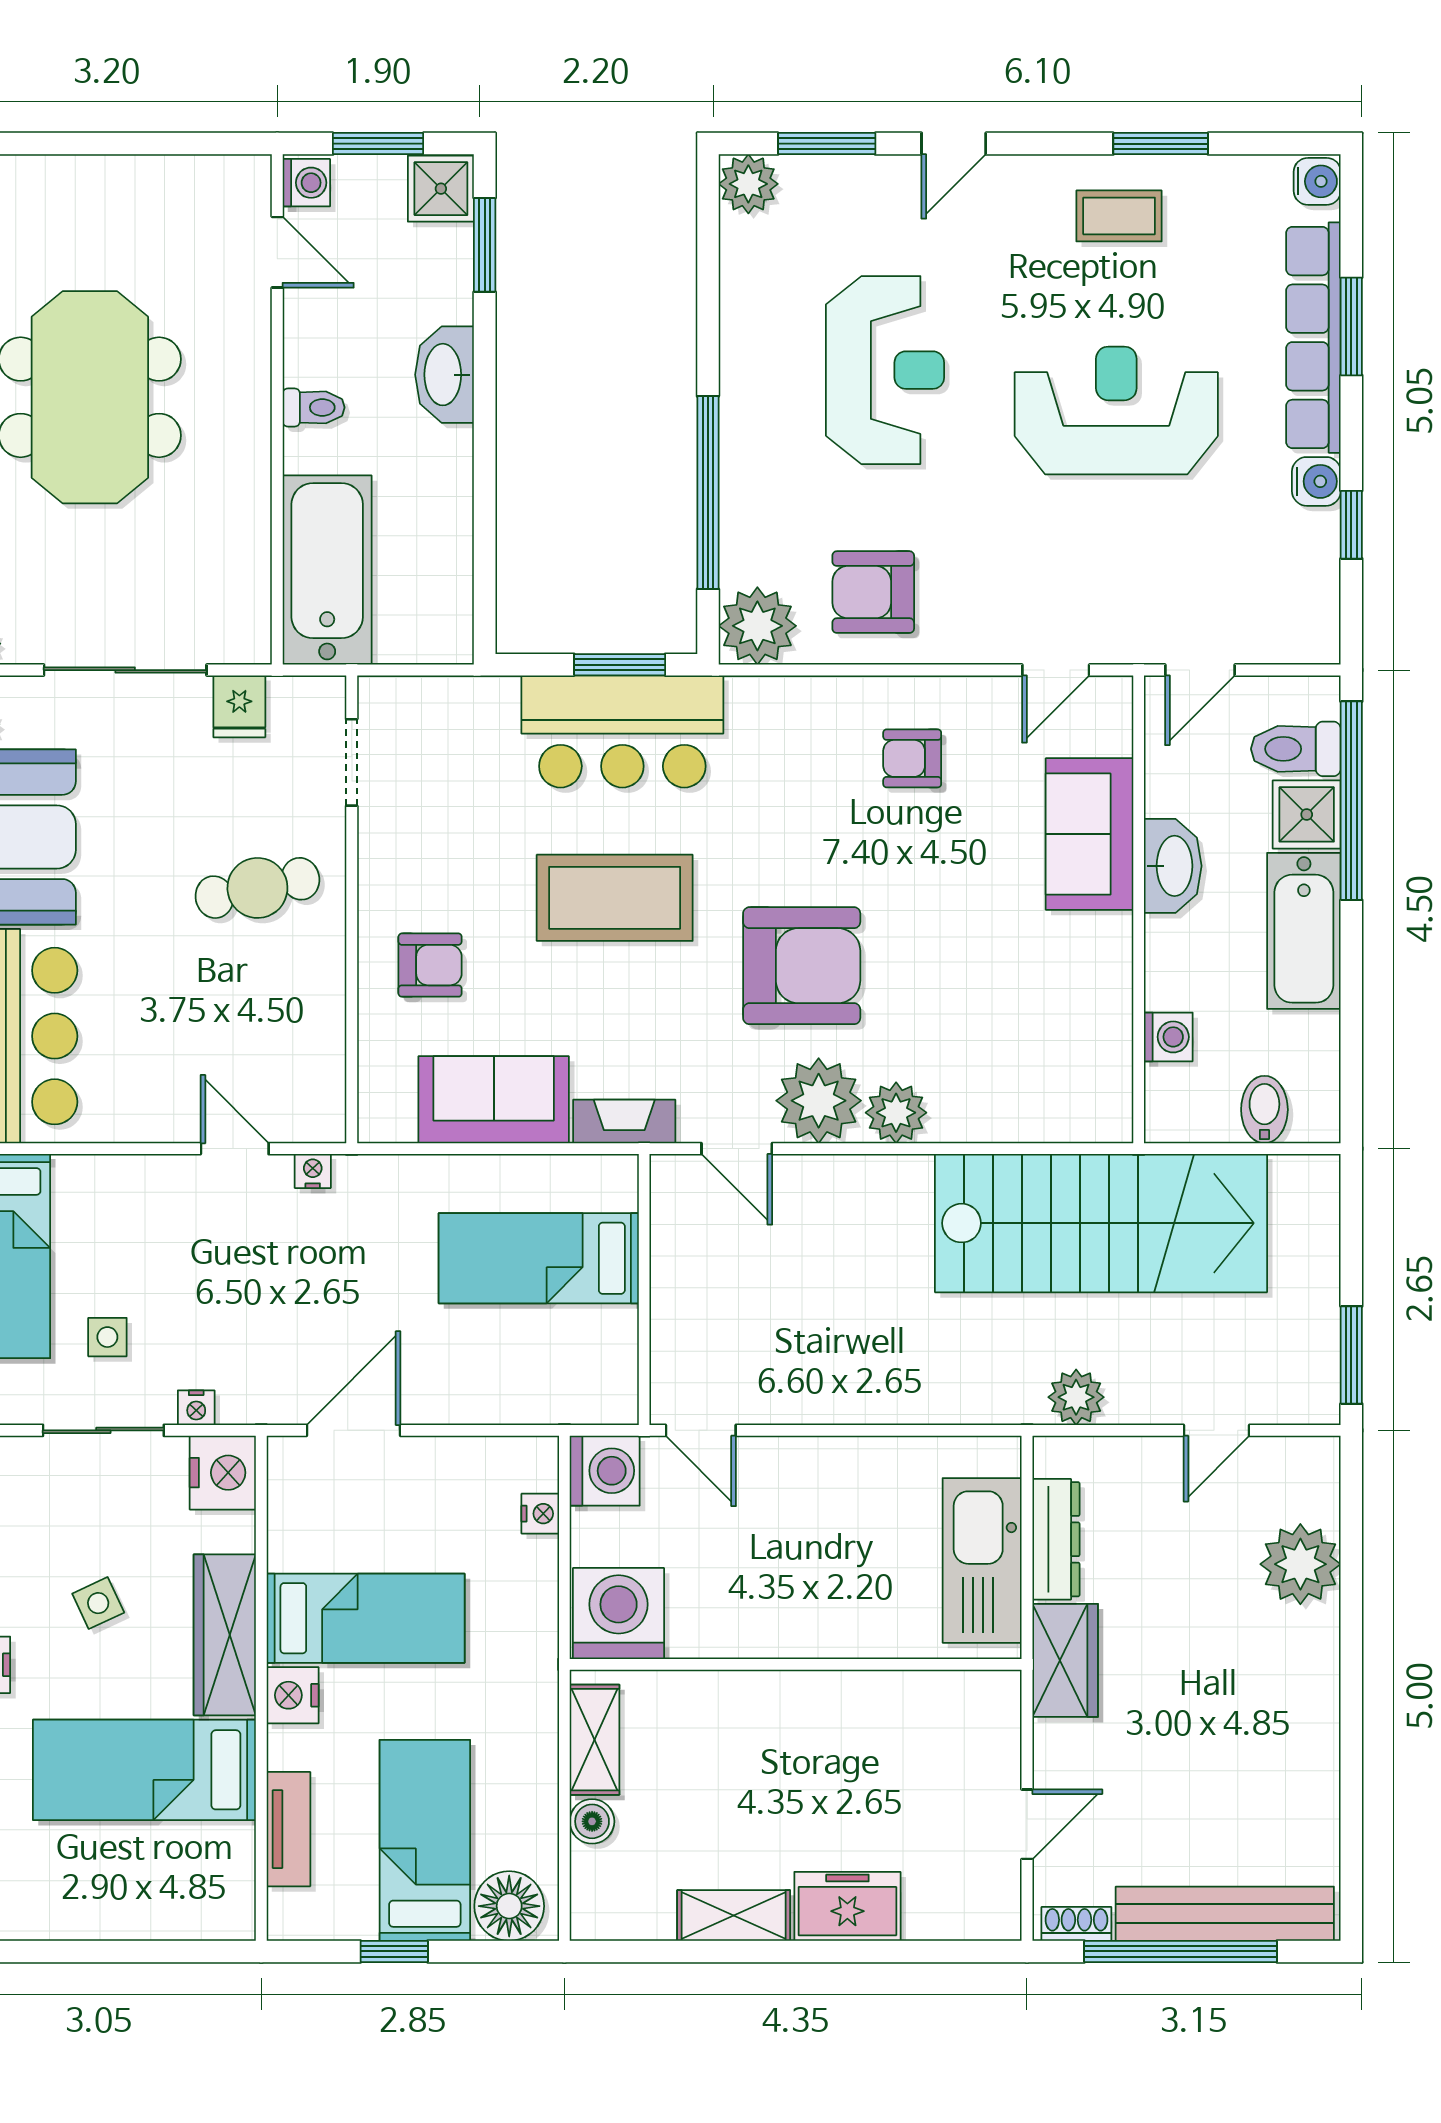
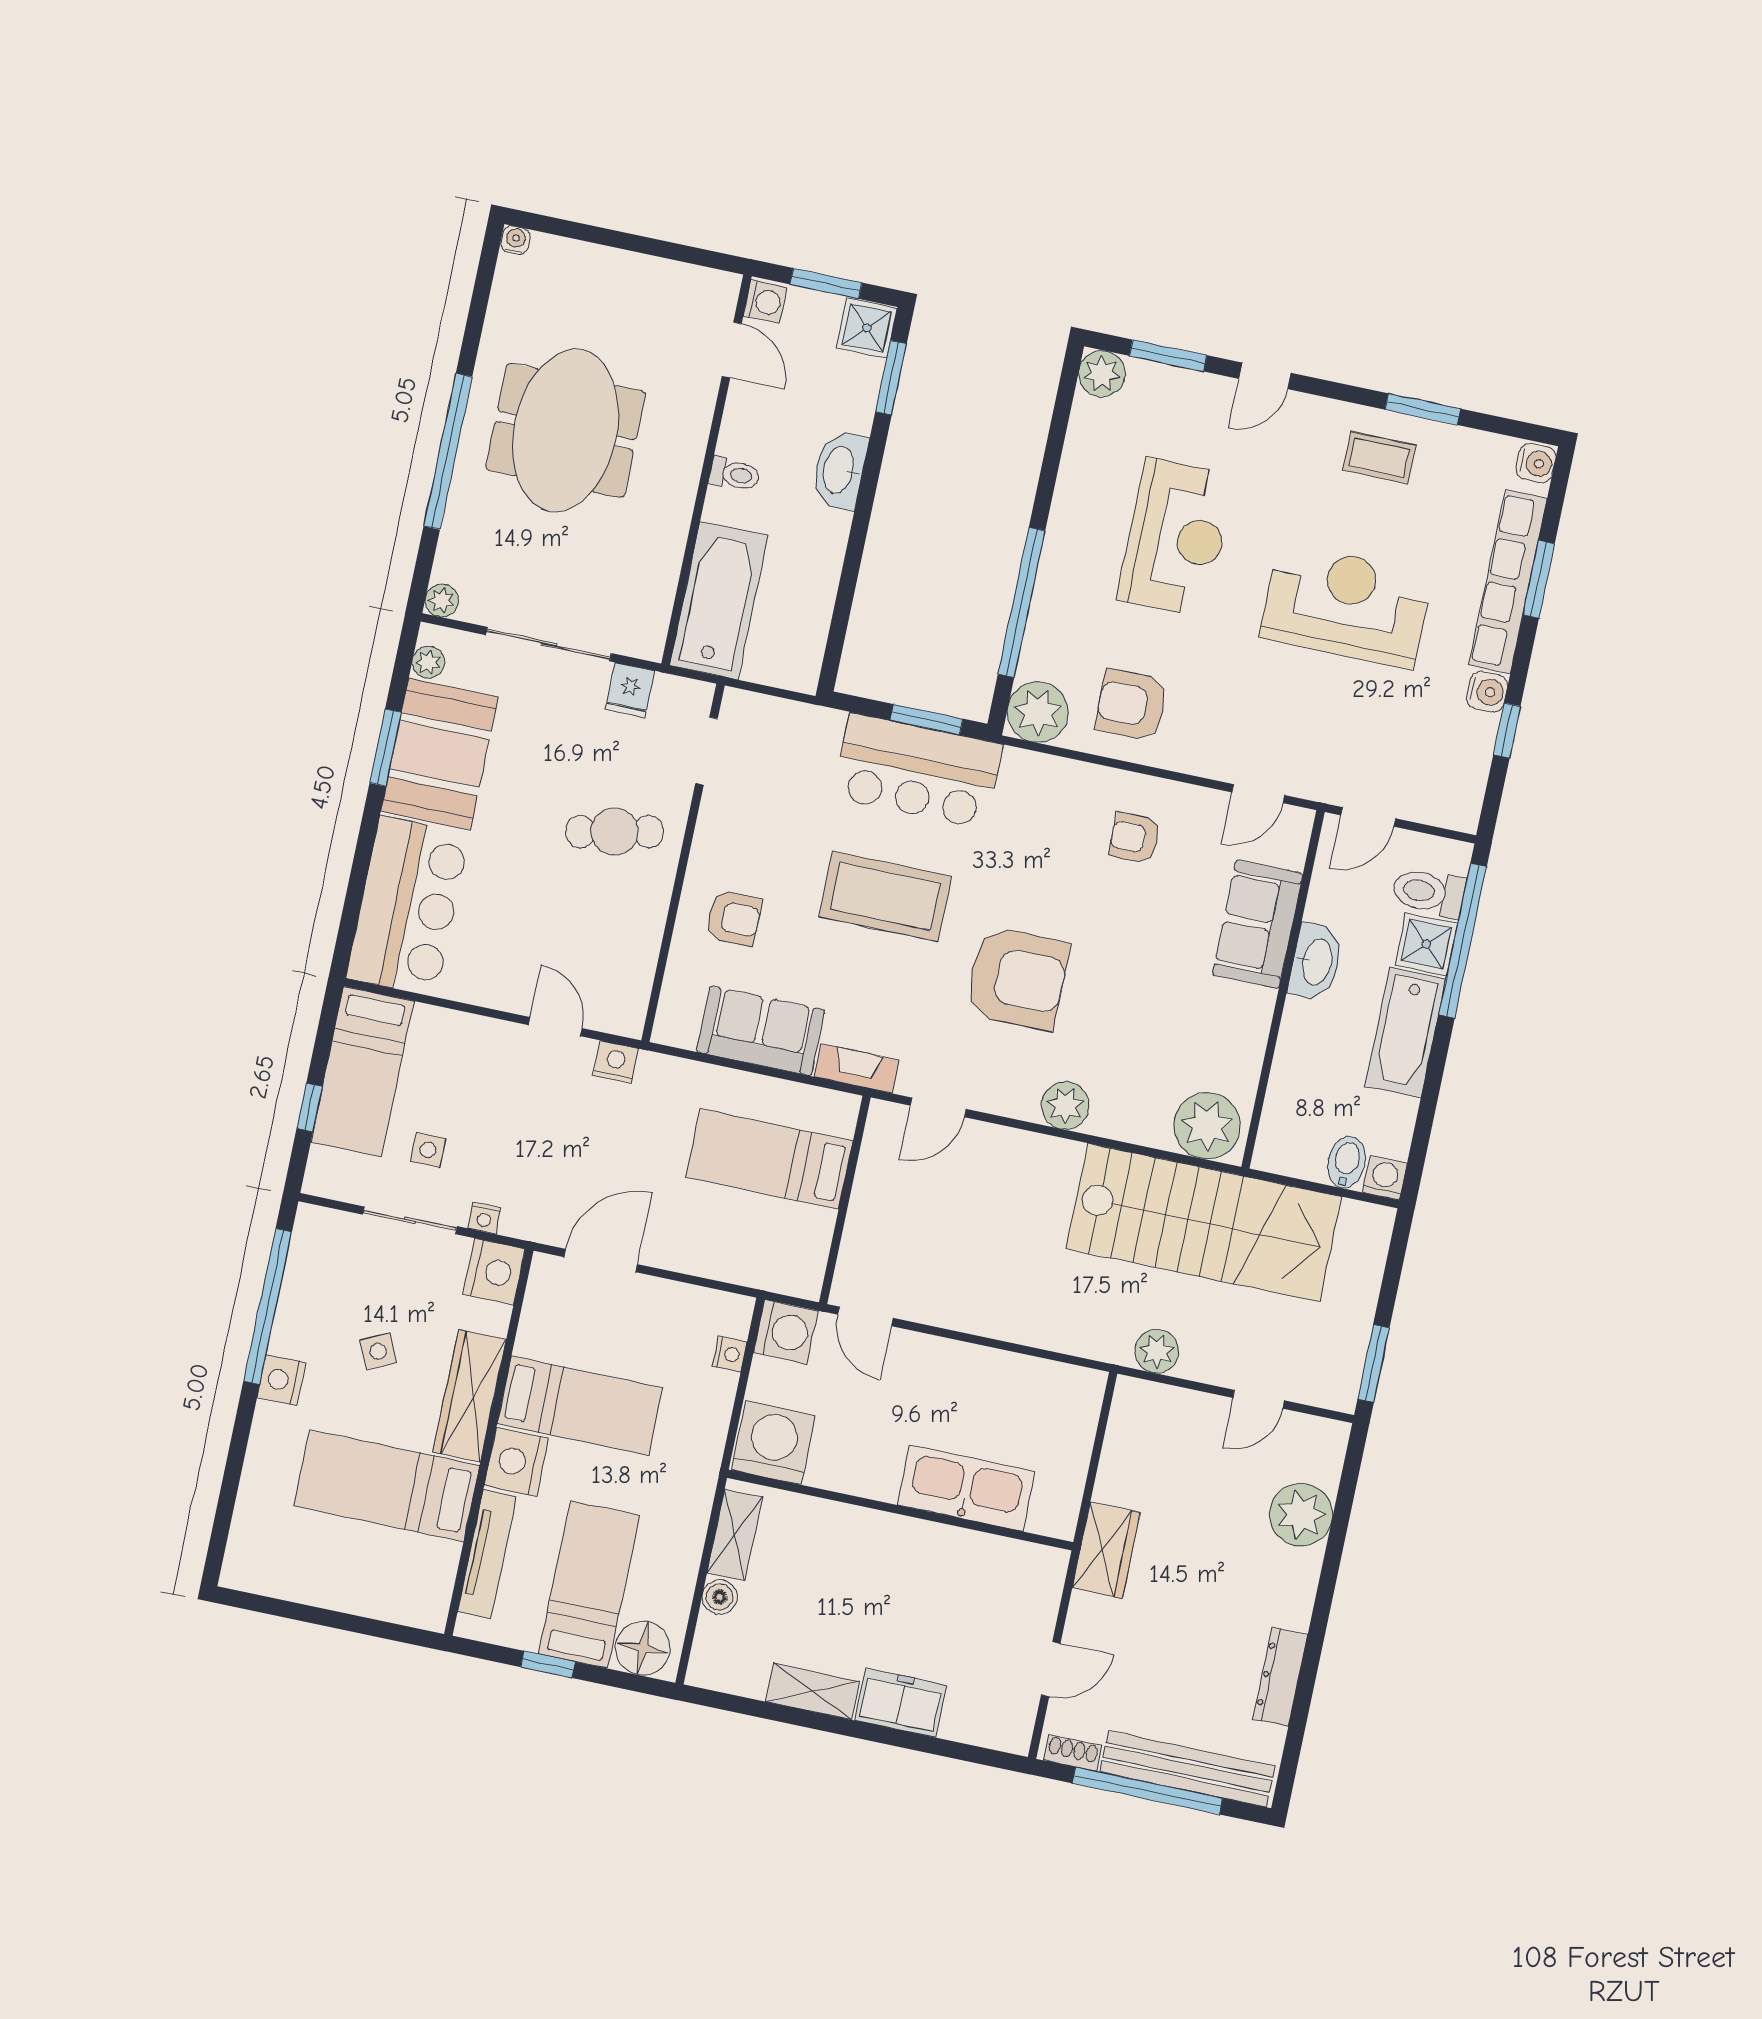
washing machine: (1168, 1037) -> (1385, 1178), moved, turned -90
plant: (819, 1101) -> (1207, 1126), moved
door: (737, 1149) -> (938, 1107), hinge flipped
nightstand: (313, 1171) -> (616, 1062), width x1.39, depth x1.35
dresser: (1056, 1539) -> (1280, 1677), moved, turned 180
kitchen sink: (982, 1560) -> (966, 1488), moved, turned 90
nightstand: (293, 1695) -> (516, 1462), width x1.36, depth x1.33
tv unit: (288, 1829) -> (487, 1554), width x1.41

